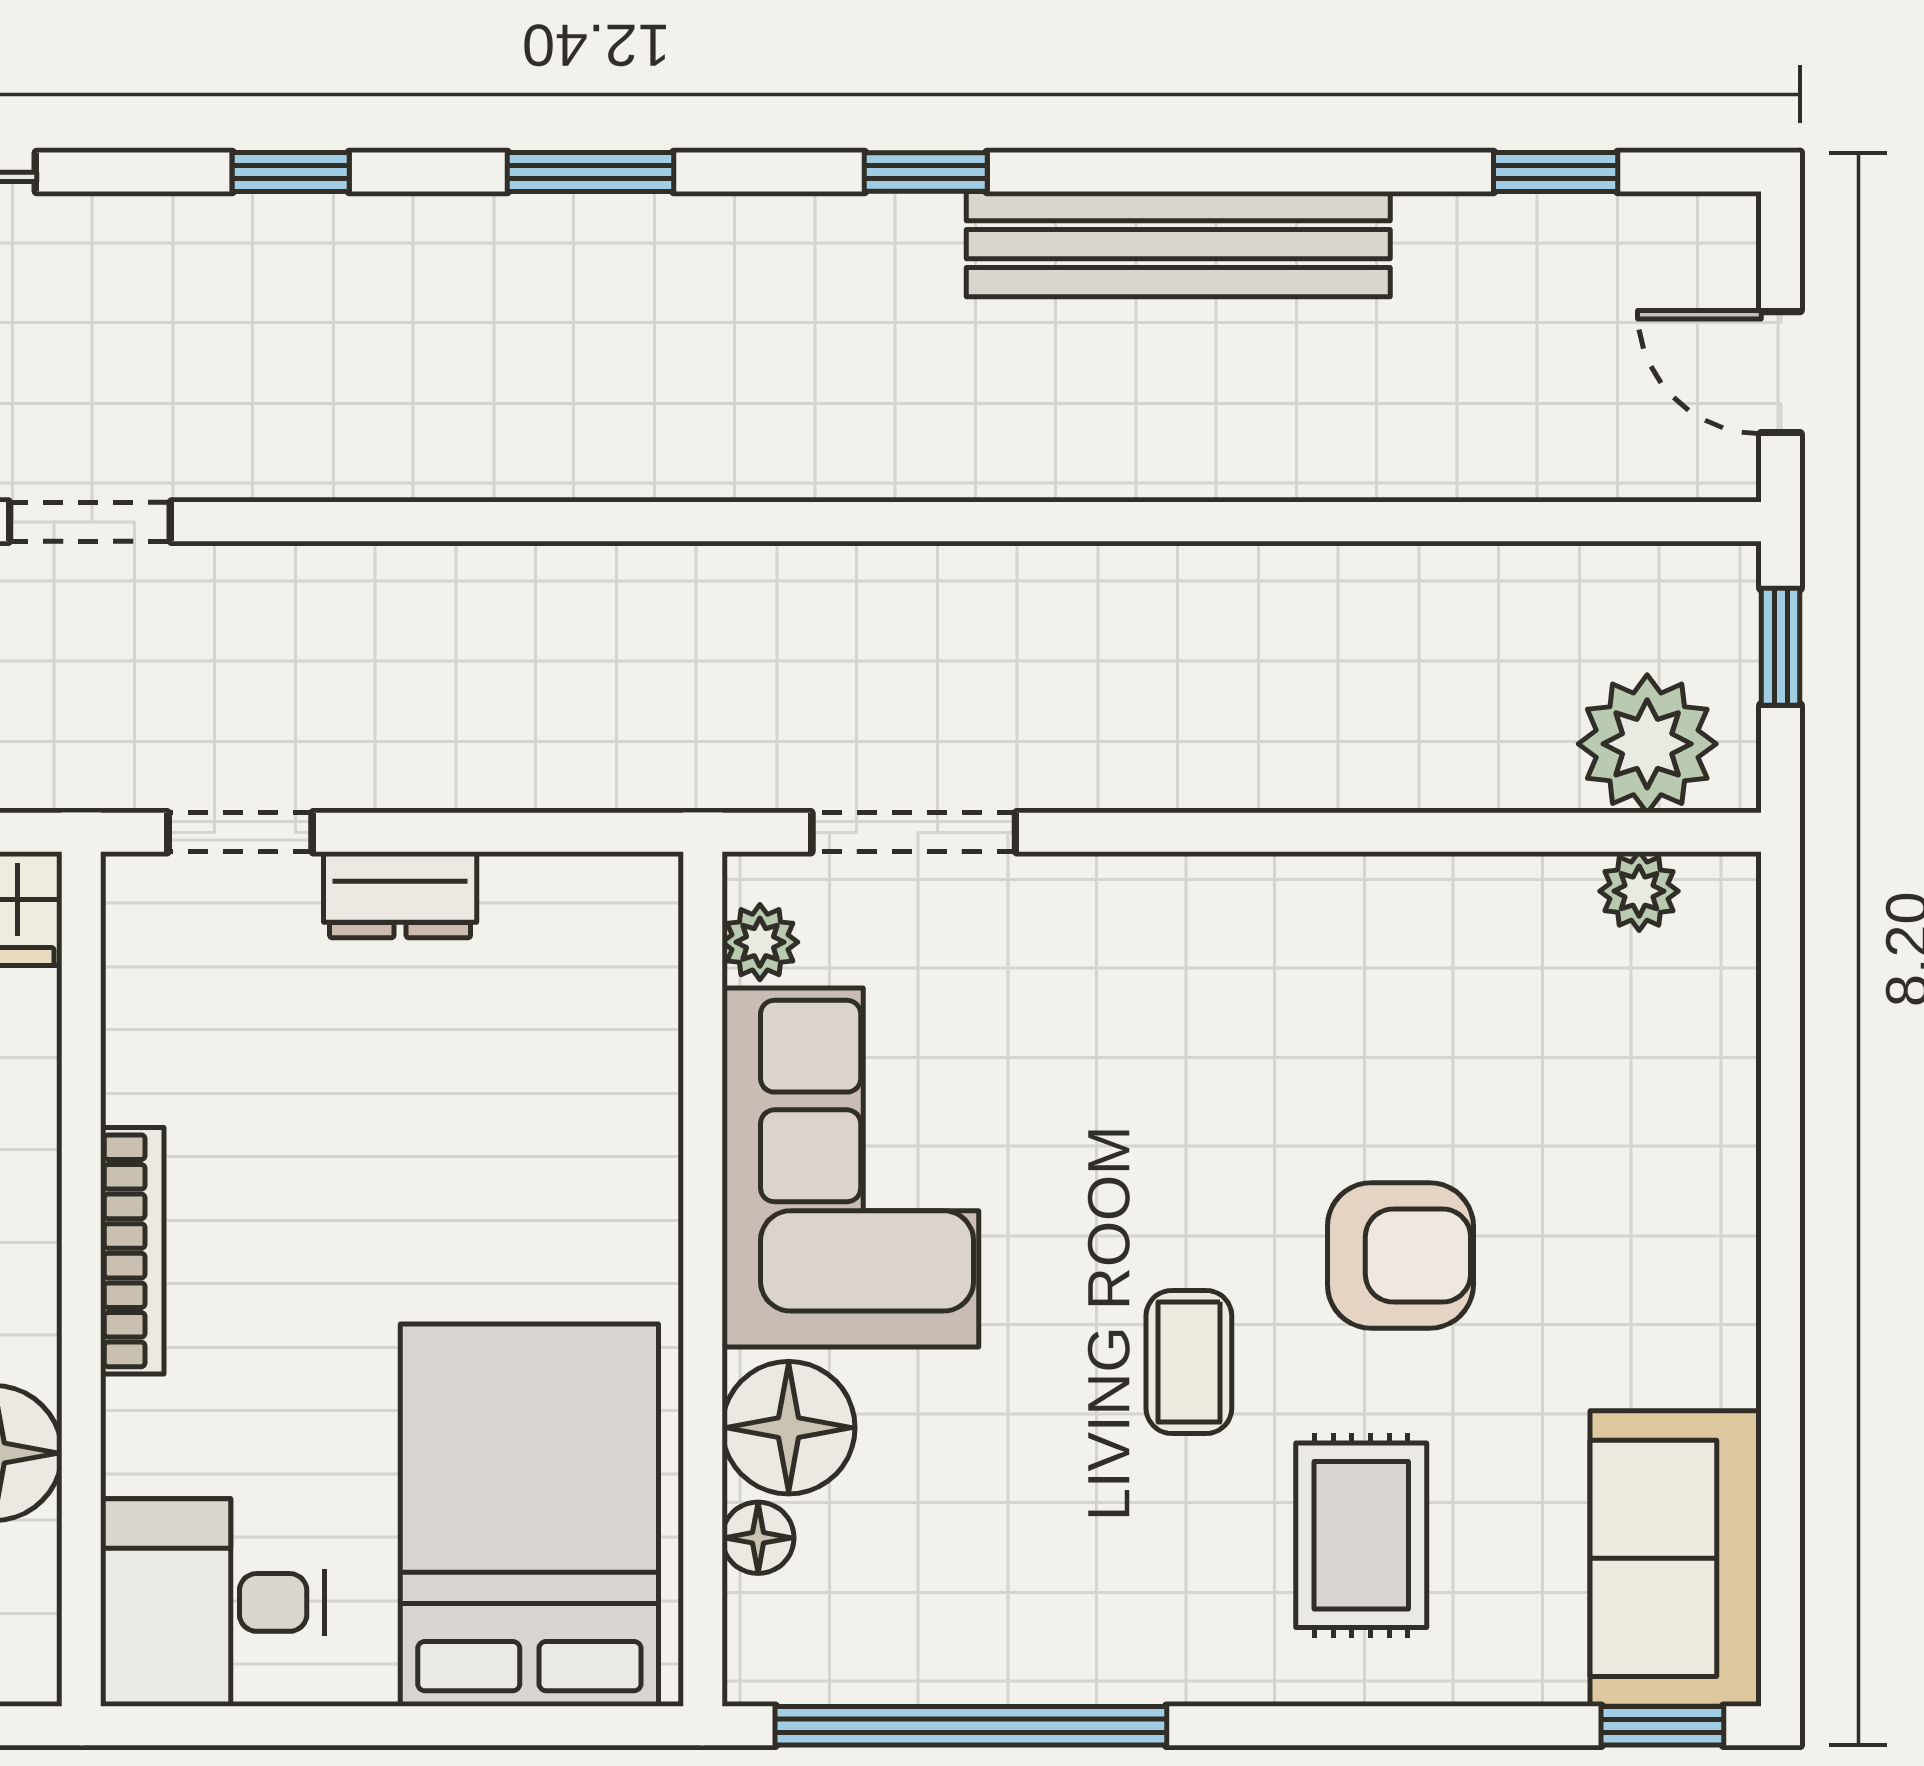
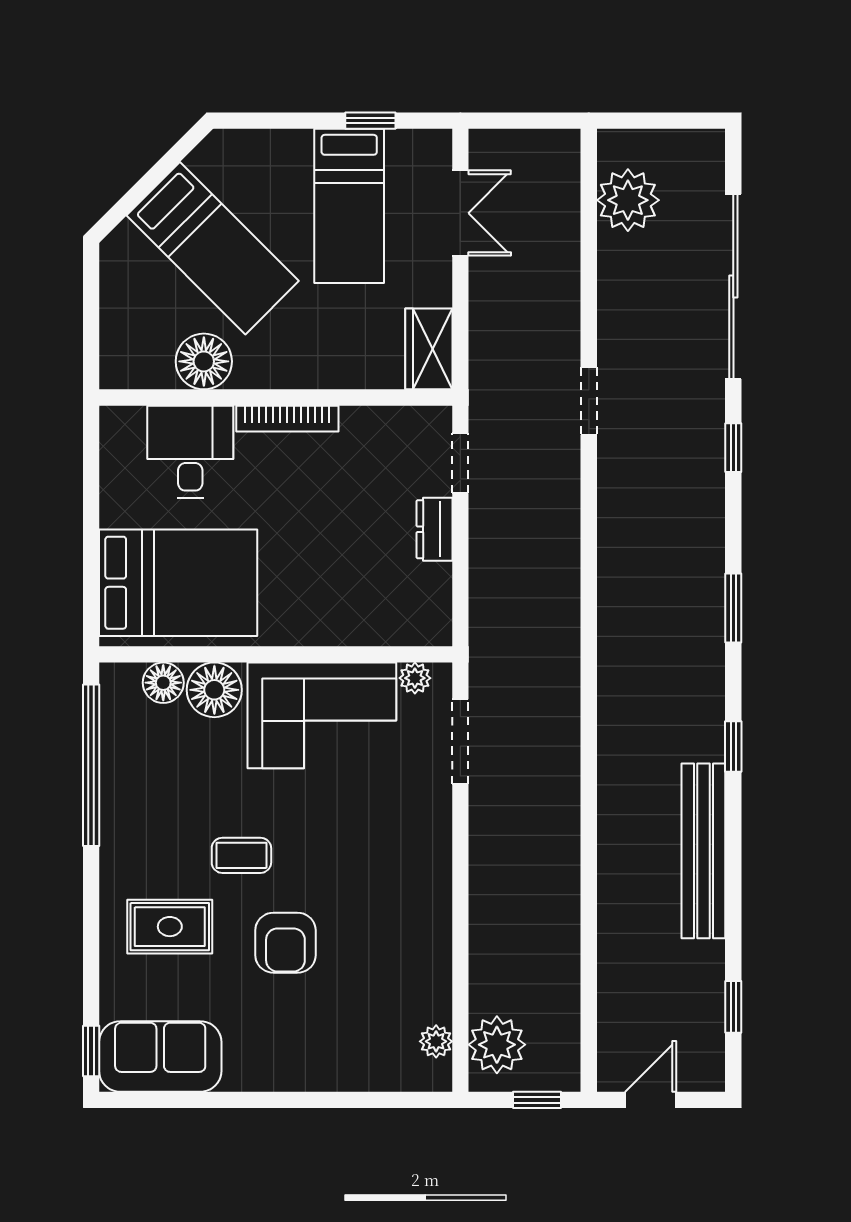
window: (291, 172) -> (733, 448), moved
floor lamp: (758, 1538) -> (163, 683), width x1.37, depth x1.37
desk: (213, 1602) -> (190, 452), moved

